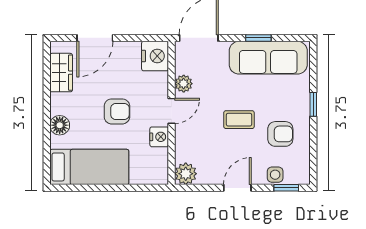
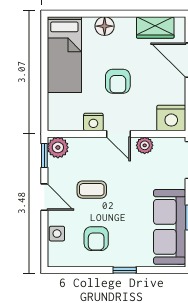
coffee table: (239, 120) -> (92, 190), moved, turned 90
window: (286, 188) -> (44, 156), moved

